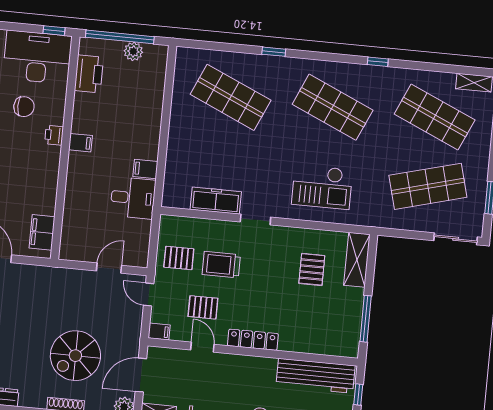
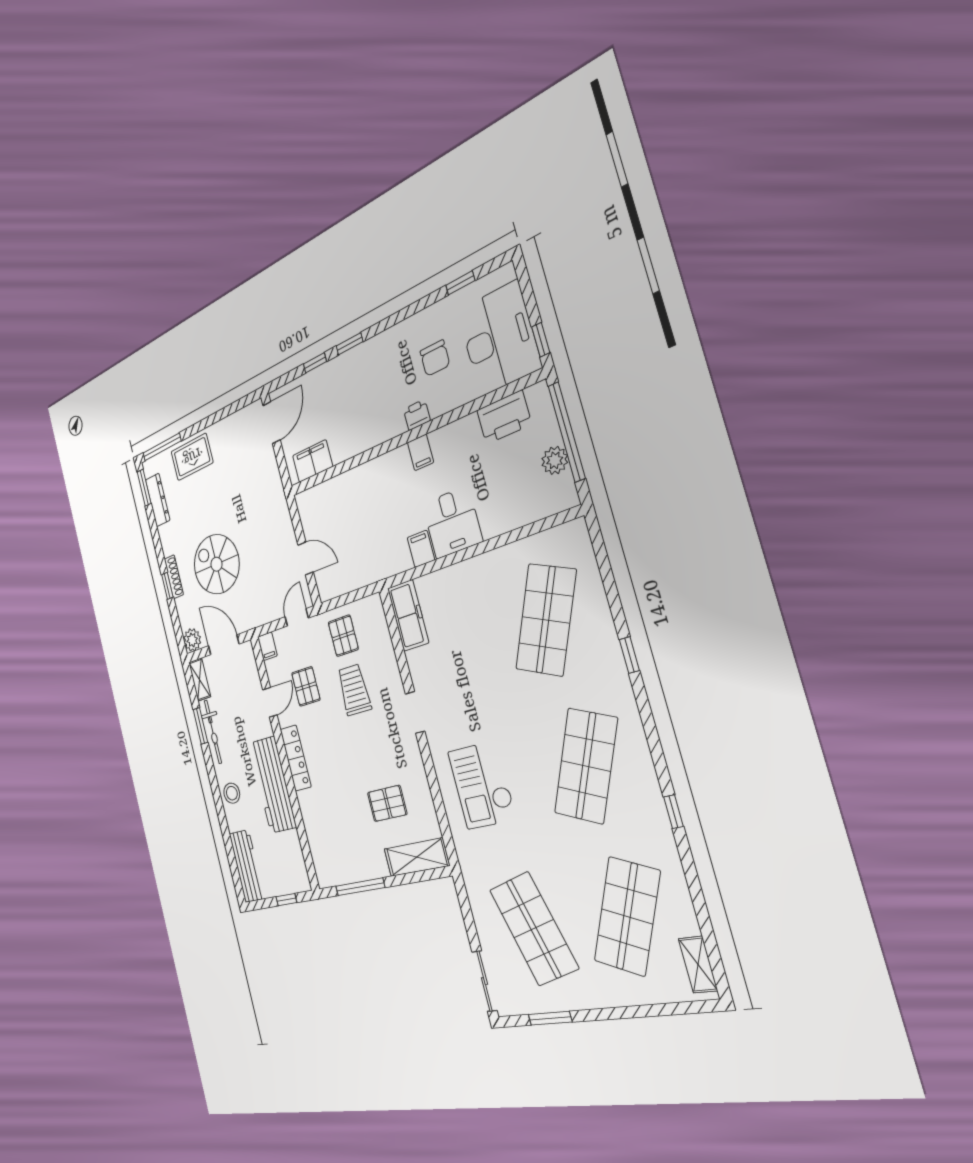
desk: (133, 198) -> (452, 522), moved
freezer: (216, 201) -> (408, 615), moved
workbench: (316, 376) -> (273, 785), moved

